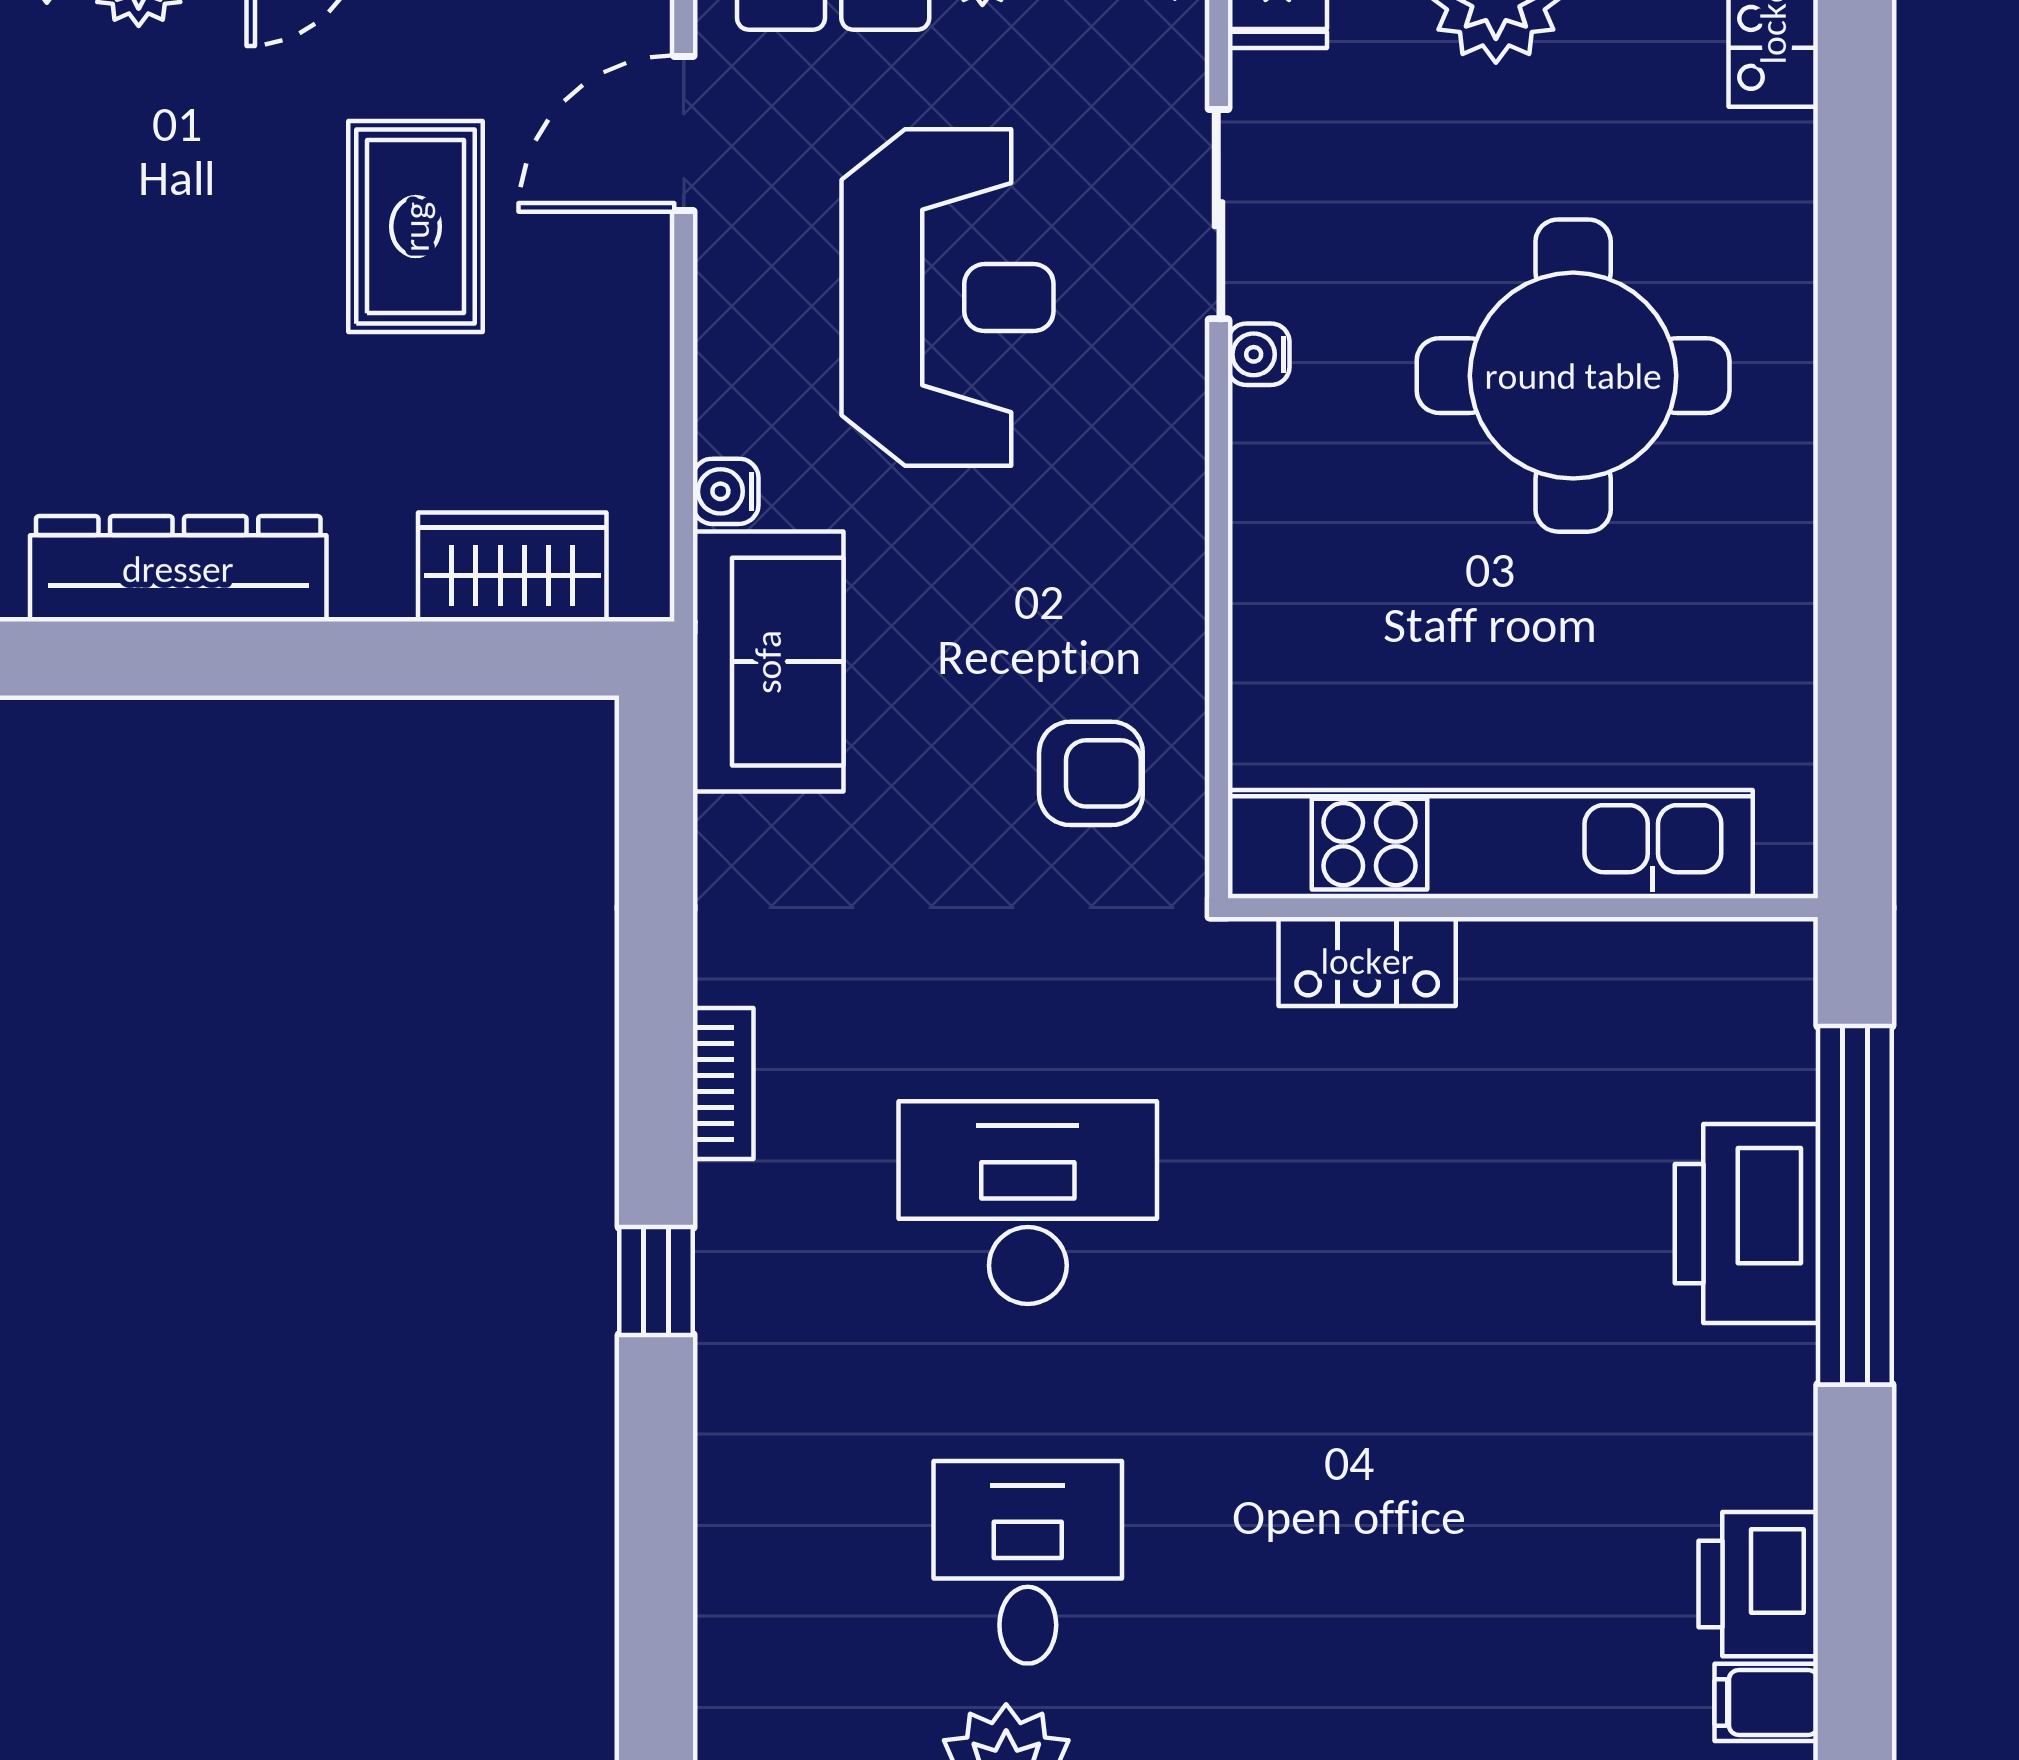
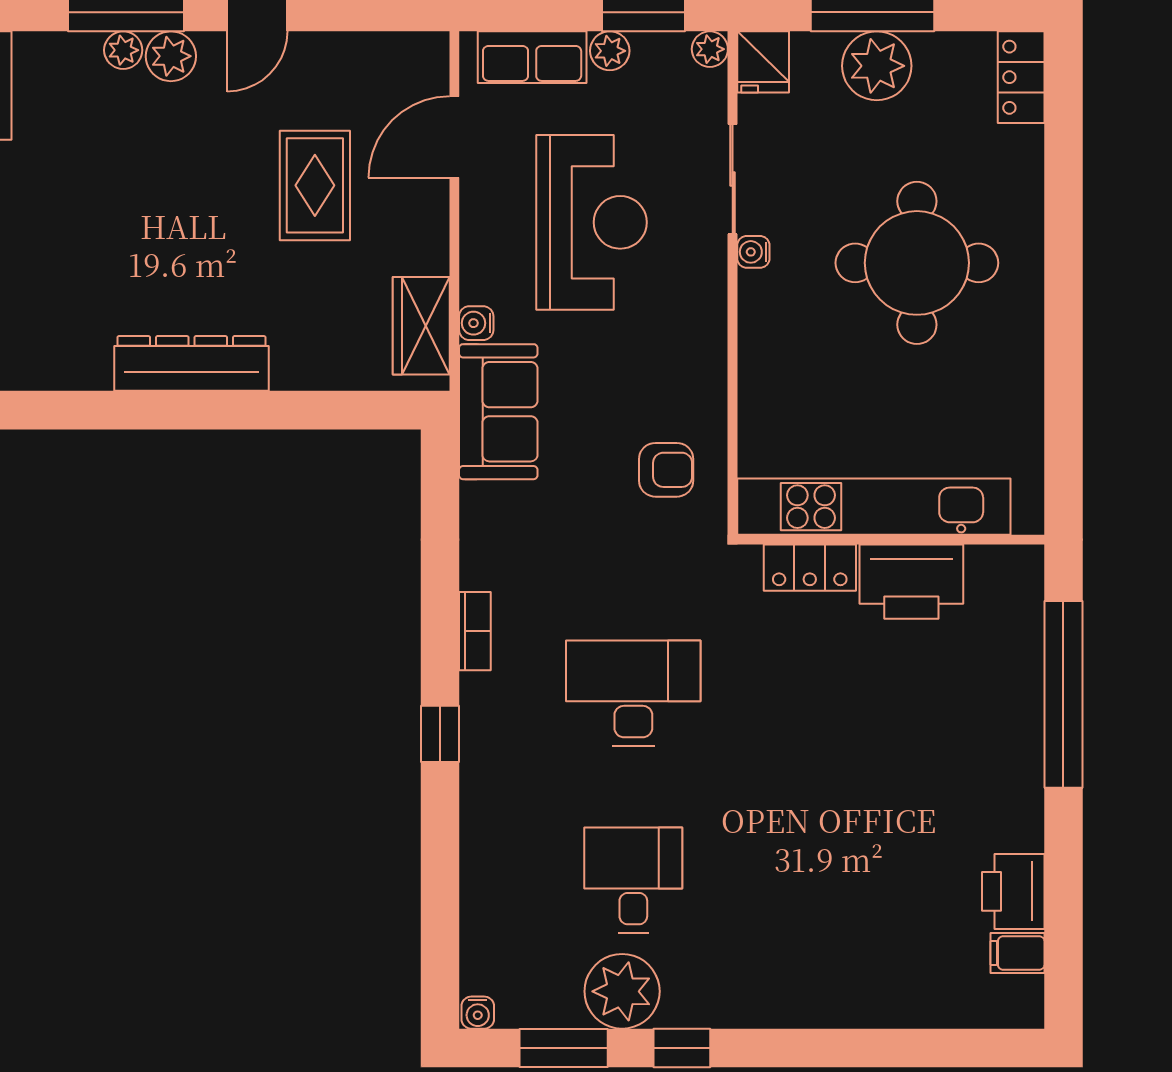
wardrobe: (512, 567) -> (421, 326), moved, turned -90
printer: (1746, 1224) -> (911, 582), moved, turned -90

